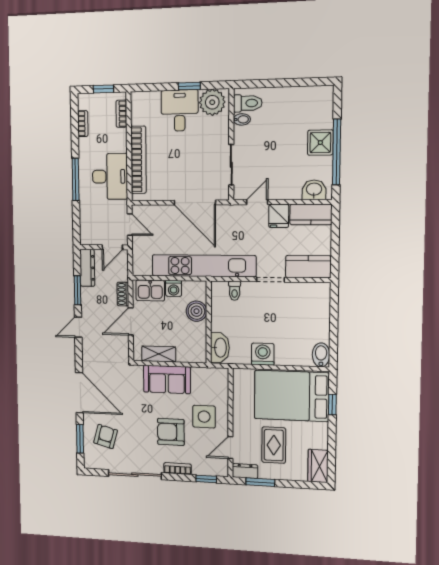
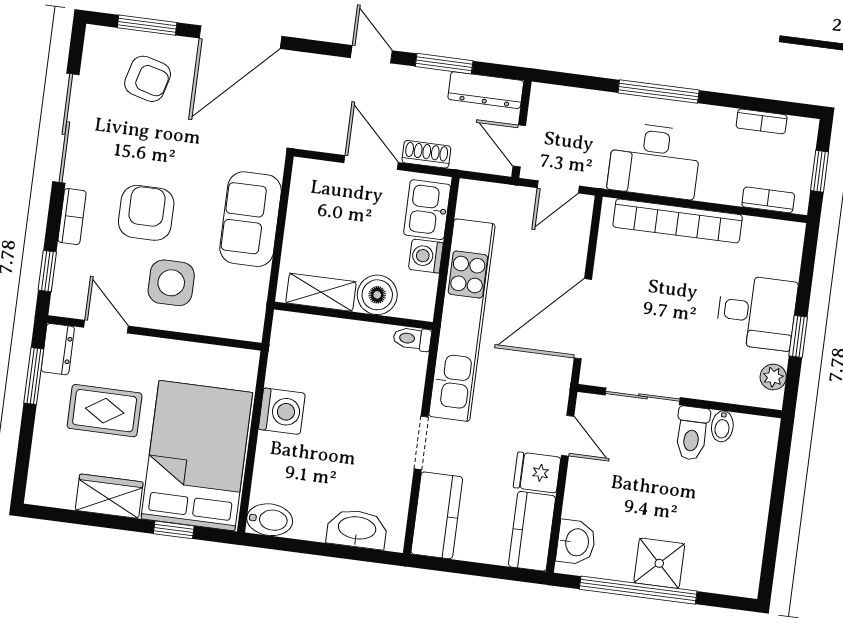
plant: (212, 102) -> (773, 377), width x0.53, depth x0.53
toilet: (248, 103) -> (692, 433), moved
toilet: (235, 291) -> (412, 339), moved
washbasin: (220, 348) -> (357, 529), moved, turned 180
shelving: (159, 354) -> (321, 292), moved, turned 90
wardrobe: (318, 466) -> (109, 496), moved

